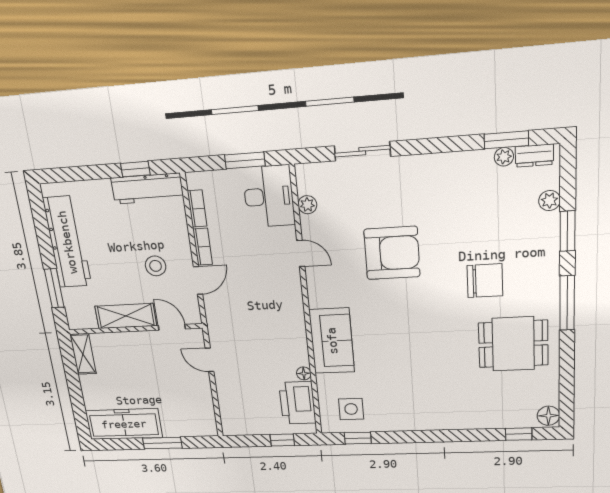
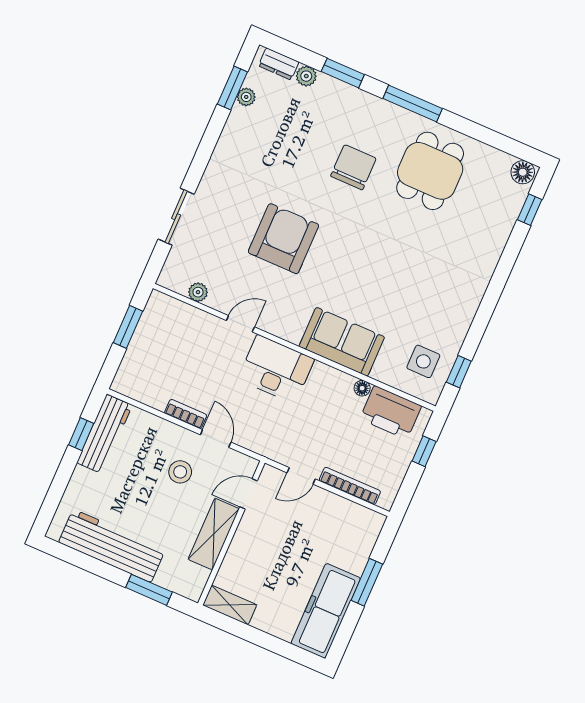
dresser: (534, 156) -> (279, 64), moved, turned 90
desk: (269, 196) -> (276, 369), moved
bookcase: (197, 209) -> (350, 486), moved, width x1.56

